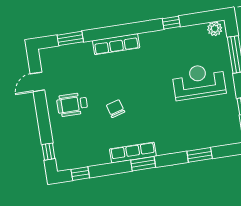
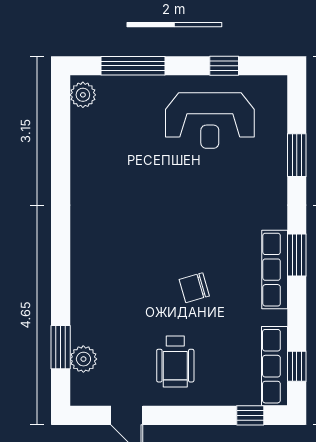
window: (171, 23) -> (61, 168), removed
row of seats: (116, 44) -> (274, 366), moved, turned 180
plant: (65, 52) -> (83, 359), added
reception desk: (199, 82) -> (210, 121), moved, turned -90

